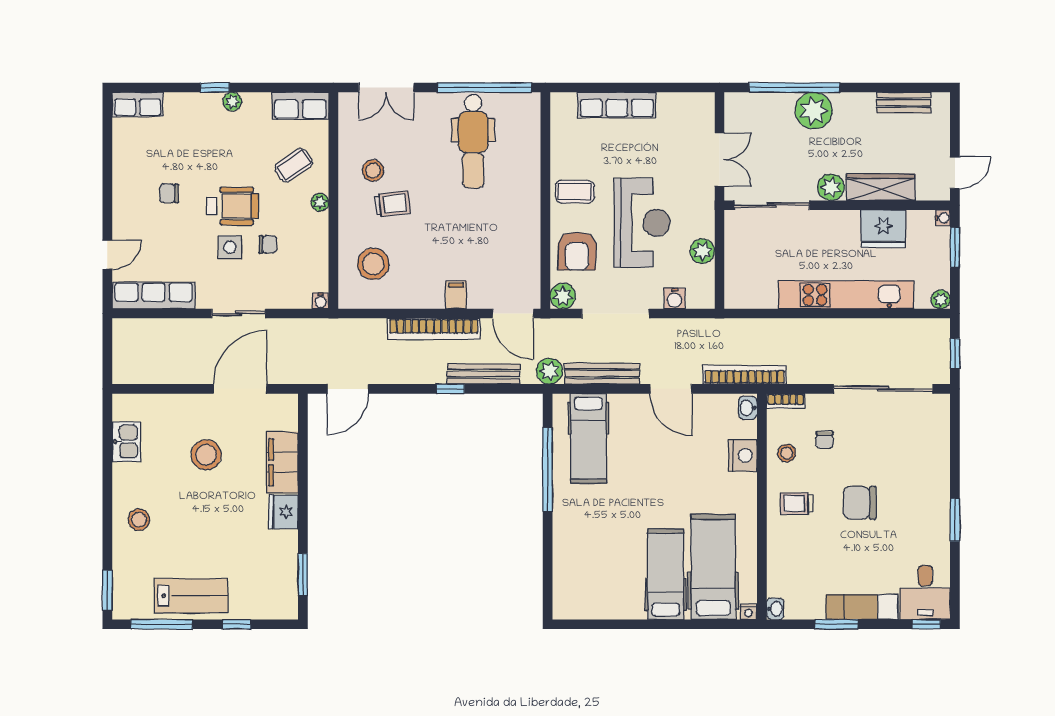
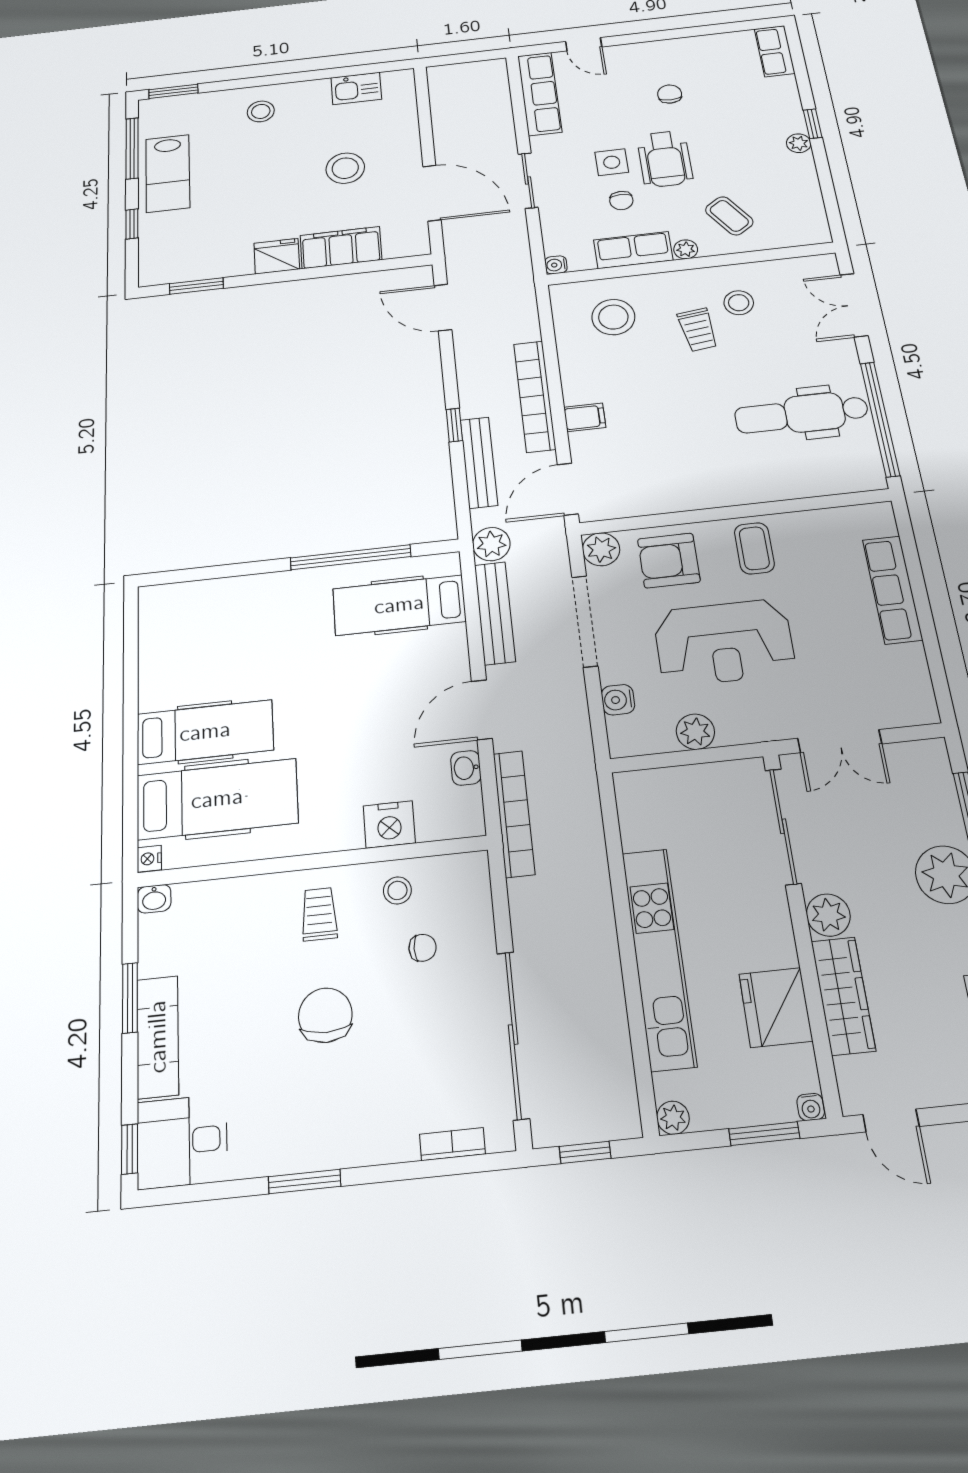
row of seats: (300, 106) -> (633, 250), moved, turned 90
bookcase: (786, 401) -> (452, 1144), moved, turned 90
washbasin: (748, 408) -> (466, 768), moved, turned -90
chair: (825, 440) -> (423, 948), turned 180

